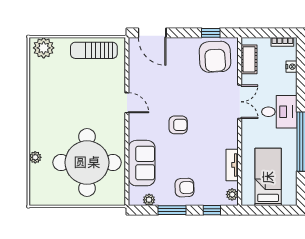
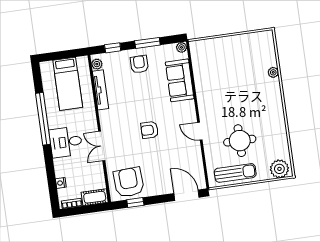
cot: (249, 59) -> (95, 197), moved, turned 90
armchair: (178, 125) -> (150, 130), moved
round table: (87, 162) -> (240, 141), moved, width x0.54, depth x0.54
tv unit: (232, 165) -> (100, 90), width x1.41
armchair: (185, 188) -> (139, 64), turned 92
plant: (149, 200) -> (182, 47), moved

